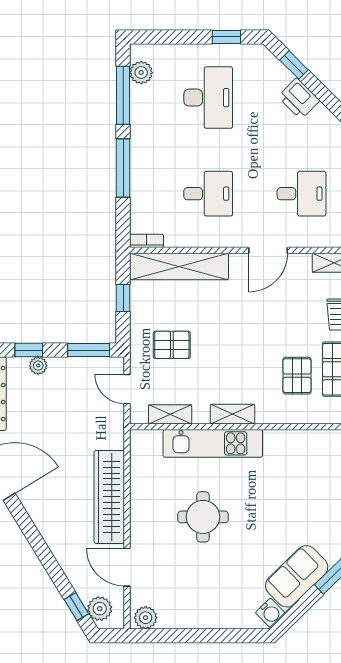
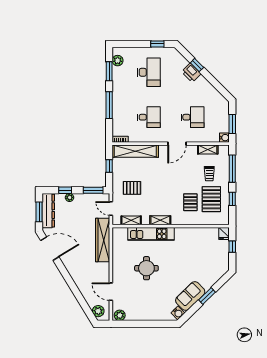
window: (294, 65) -> (197, 65), moved
window: (123, 95) -> (109, 71), width x0.69
wardrobe: (109, 497) -> (103, 240), moved
window: (76, 607) -> (87, 310), removed

